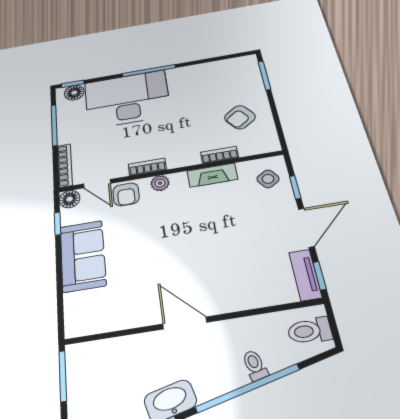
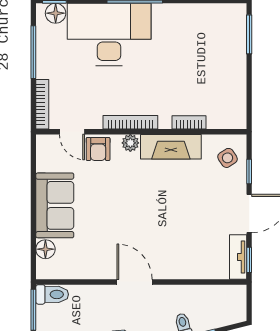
armchair: (240, 117) -> (216, 82), removed
bookcase: (147, 167) -> (130, 122), width x1.56
fireplace: (212, 175) -> (171, 147), width x1.37, depth x1.32
floor lamp: (70, 199) -> (45, 249), moved
window: (58, 224) -> (33, 168), removed
toilet: (310, 331) -> (52, 294), moved, turned 180

